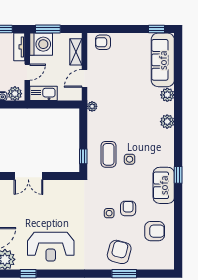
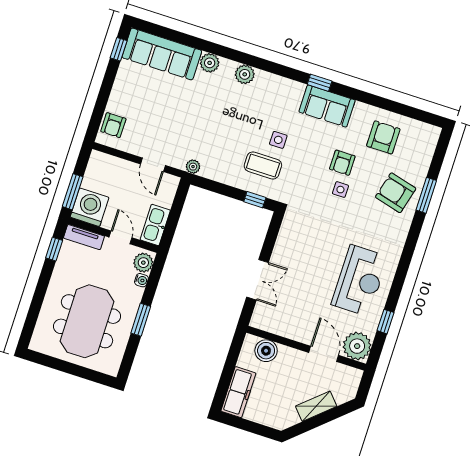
shelving: (76, 52) -> (114, 165), removed
armchair: (128, 208) -> (342, 163), turned -90

